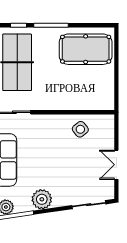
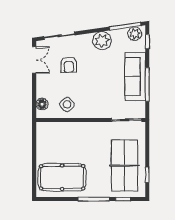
floor lamp: (108, 130) -> (42, 104), added
double door: (116, 165) -> (34, 60), moved
armchair: (78, 173) -> (69, 65), added

